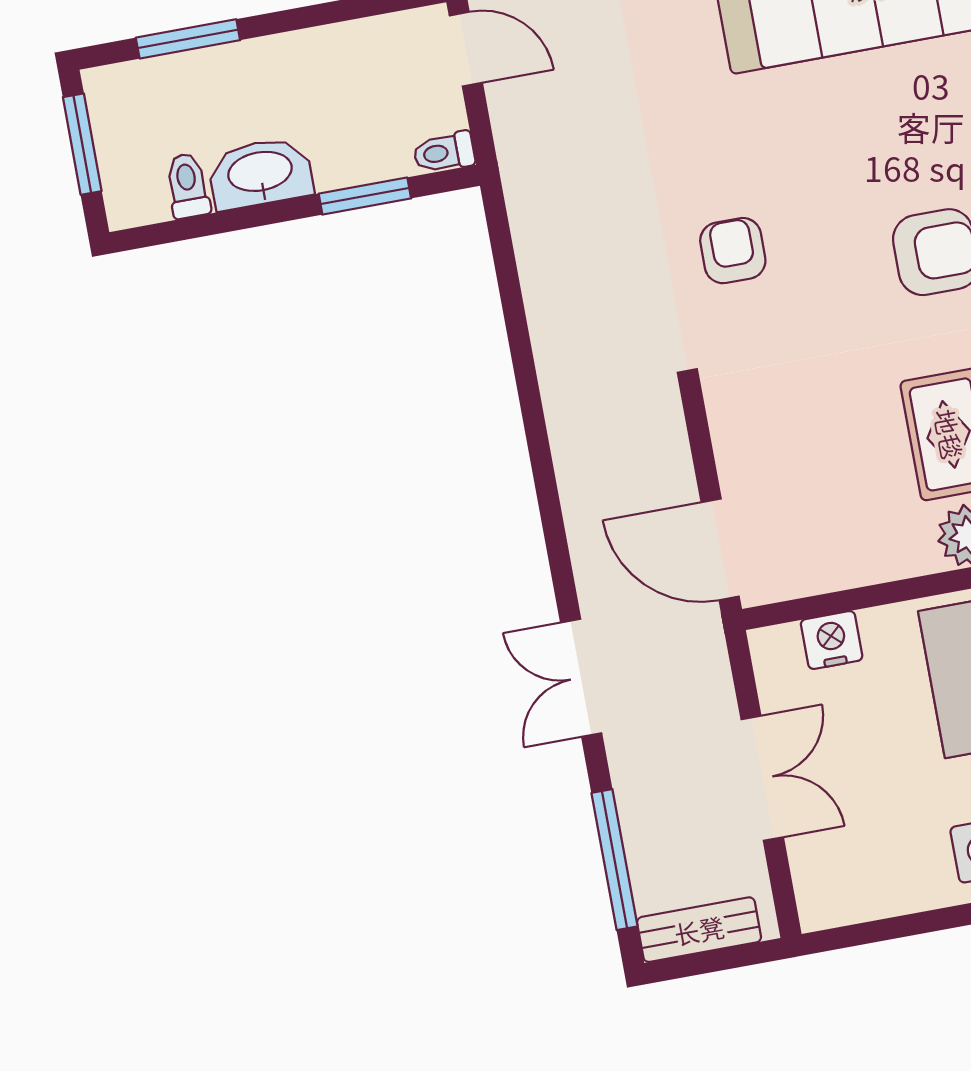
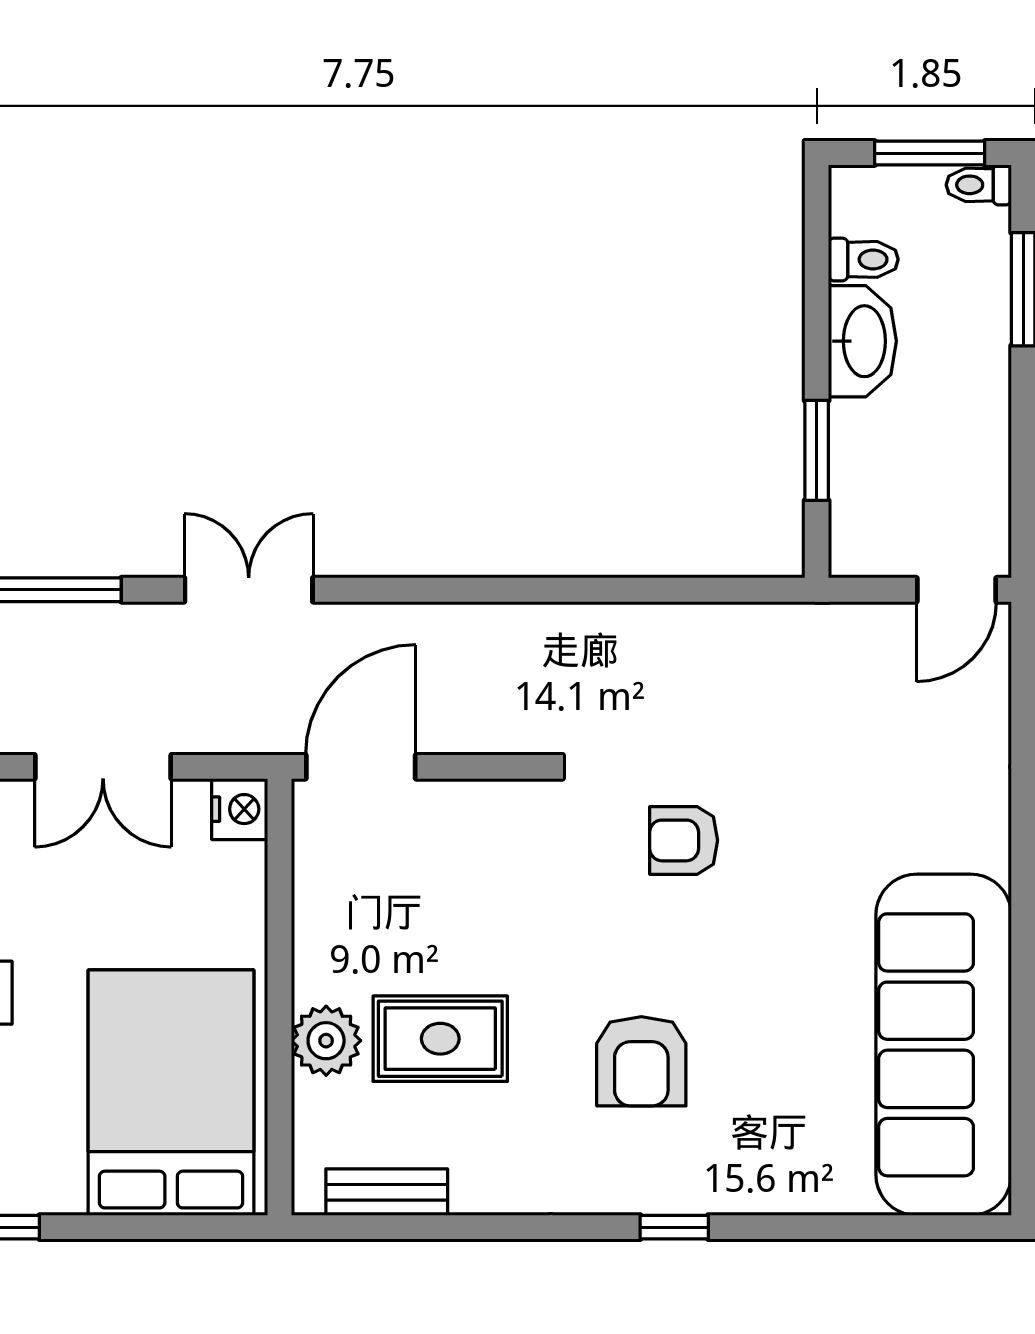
toilet: (444, 152) -> (979, 185), moved, turned -90
armchair: (733, 251) -> (684, 840), turned 180
nightstand: (832, 640) -> (240, 809), moved

